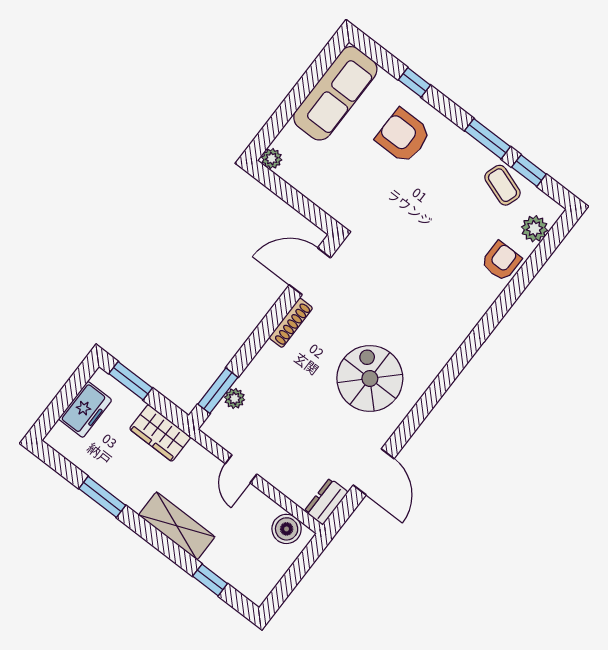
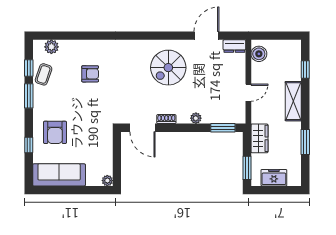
armchair: (501, 261) -> (90, 74), moved, turned 180
shoe rack: (291, 323) -> (166, 119), width x0.70
plant: (235, 398) -> (196, 118), moved

